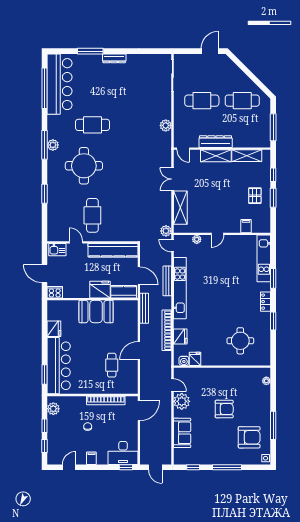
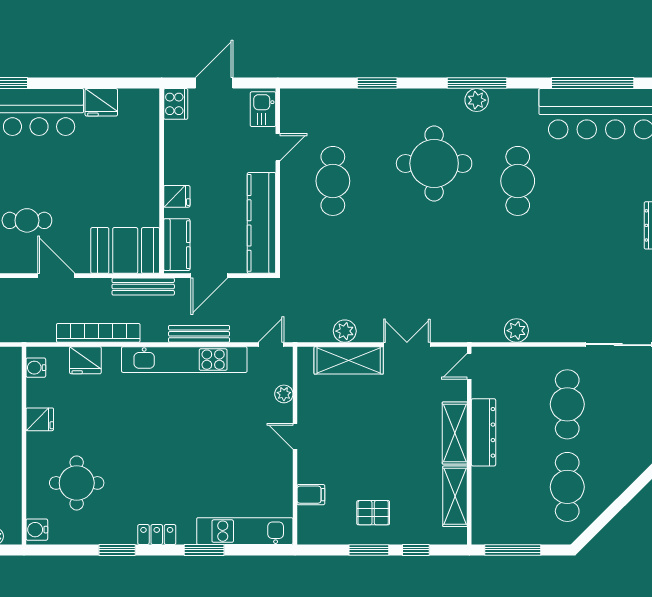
cafe table: (92, 215) -> (333, 181), turned 90
plant: (166, 231) -> (345, 331), moved
fridge: (100, 290) -> (177, 196), width x0.53, depth x0.75
booth: (96, 312) -> (125, 250), moved, turned 90
fridge: (195, 359) -> (40, 419), moved
water cooler: (263, 360) -> (37, 530), added

